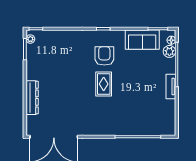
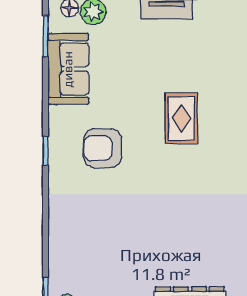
rug: (104, 84) -> (181, 118), moved, turned 90

